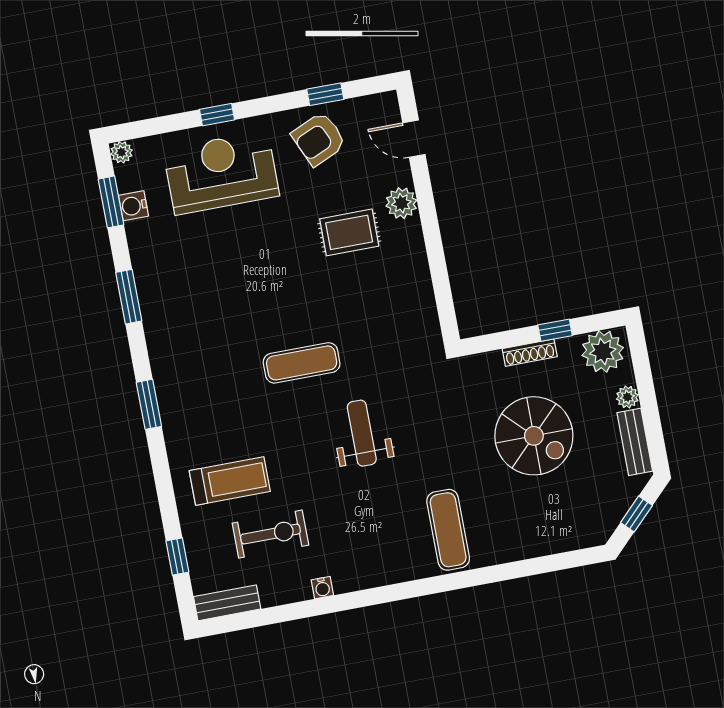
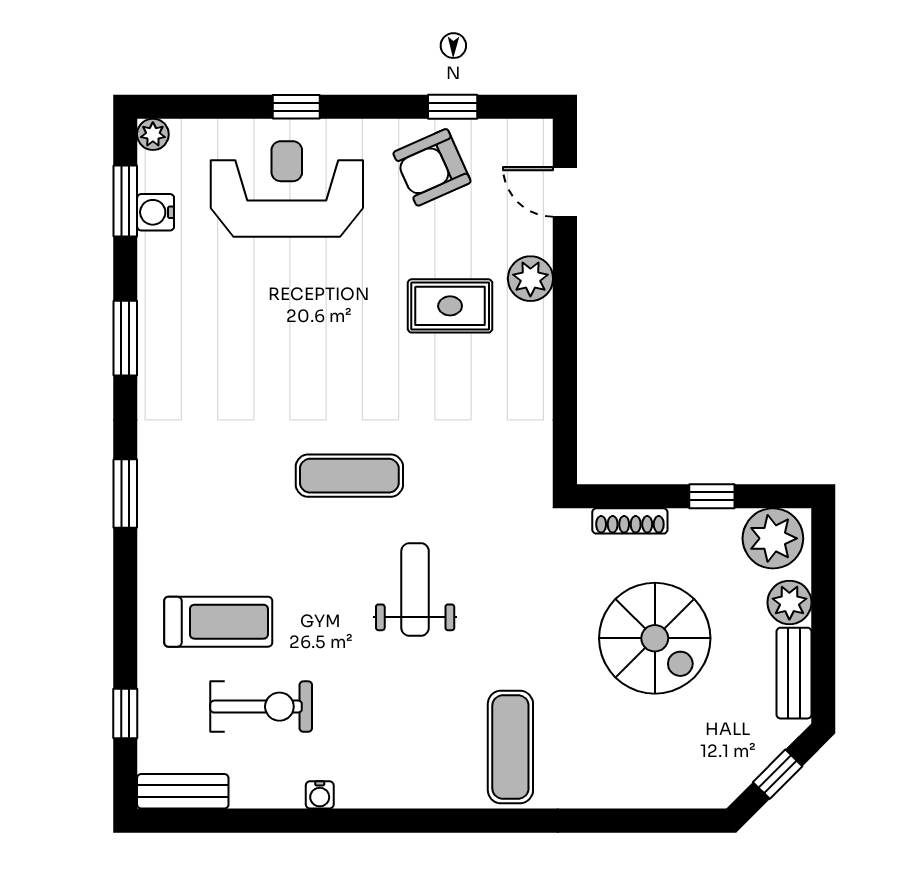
shoe rack: (530, 353) -> (630, 521), moved
plant: (627, 397) -> (789, 602), width x1.38, depth x1.38

